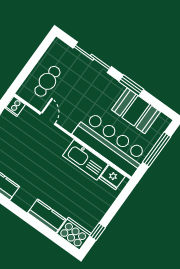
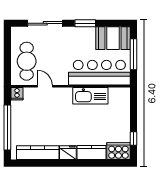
cafe table: (47, 81) -> (27, 61), width x1.37, depth x1.35
booth: (136, 111) -> (113, 38), moved
fridge: (112, 177) -> (68, 153), moved, turned 180

